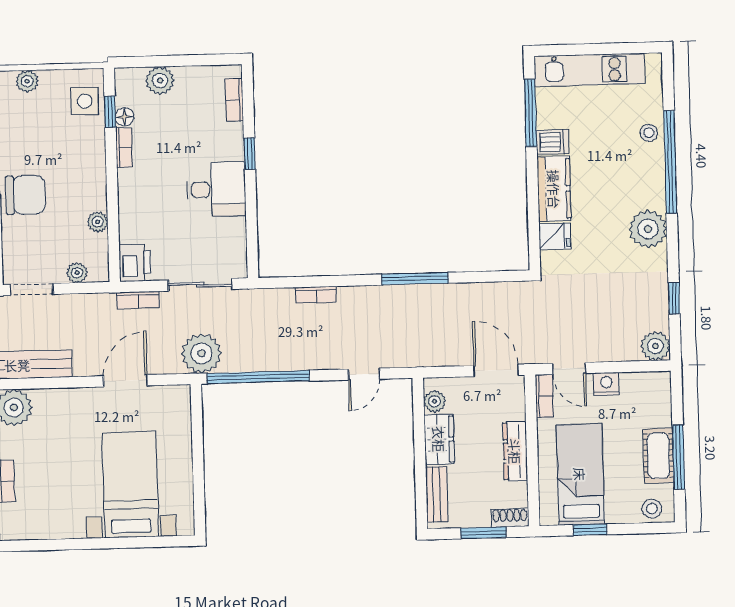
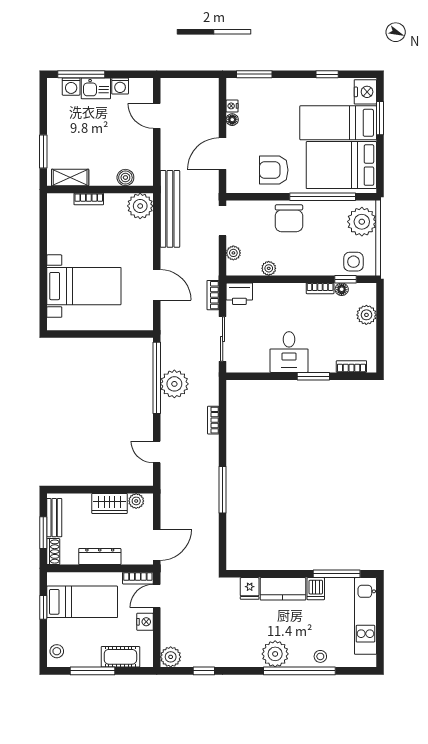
plant: (27, 81) -> (362, 222), width x1.87, depth x1.87
window: (250, 154) -> (313, 376), width x1.50
plant: (648, 229) -> (275, 654), moved
plant: (201, 353) -> (174, 384), moved
cot: (658, 456) -> (120, 657), moved
bench: (437, 494) -> (54, 518), moved, turned 90

